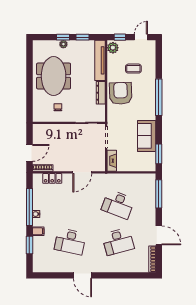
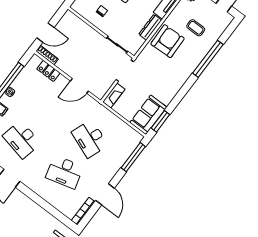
window: (159, 97) -> (208, 59), moved
sofa: (147, 136) -> (148, 115), moved

